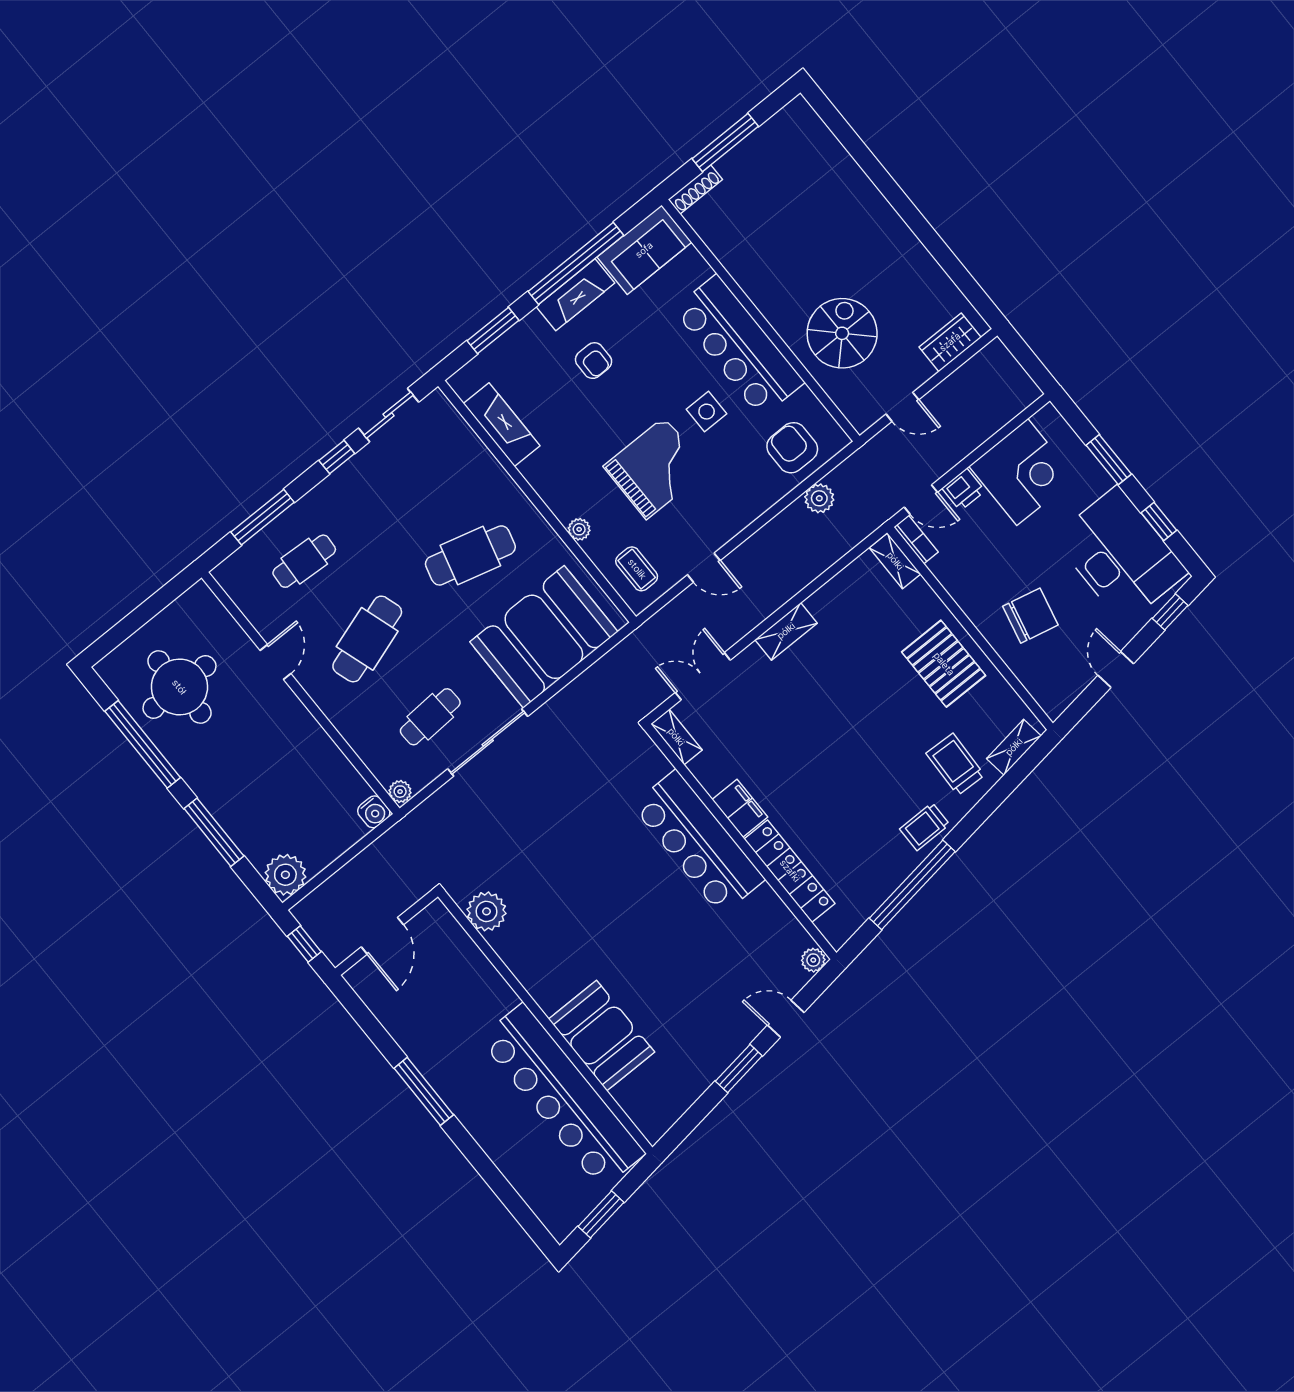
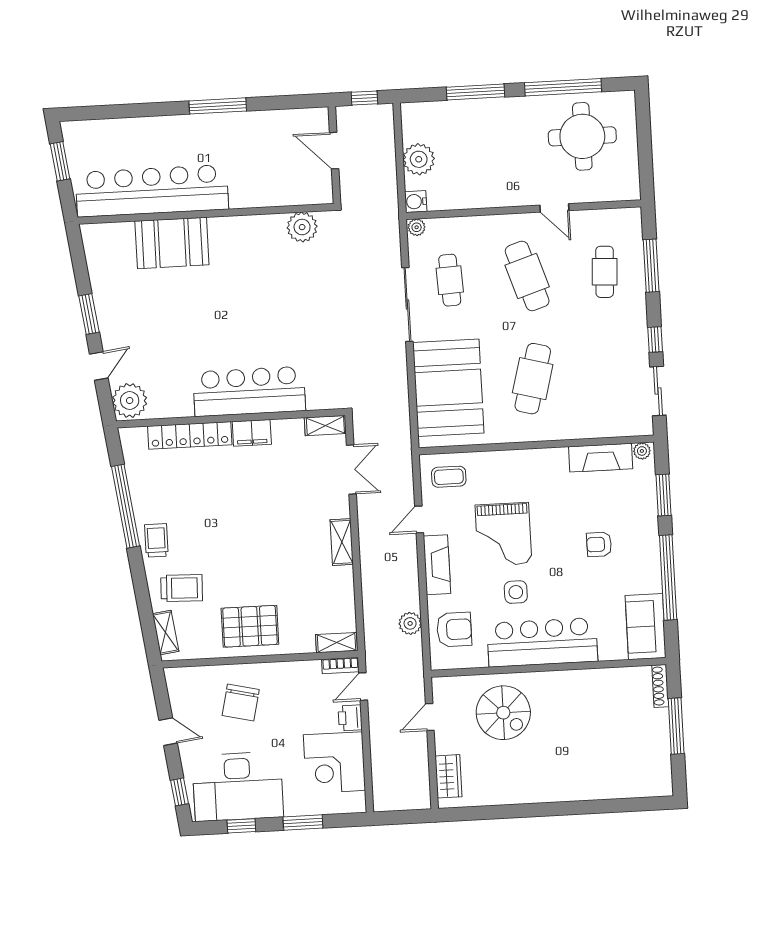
fireplace: (575, 295) -> (437, 565), moved, turned 180
plant: (579, 529) -> (642, 451), moved
plant: (285, 875) -> (419, 159), moved
plant: (813, 960) -> (130, 401), width x1.87, depth x1.87

